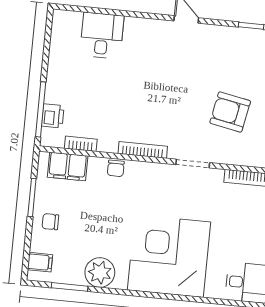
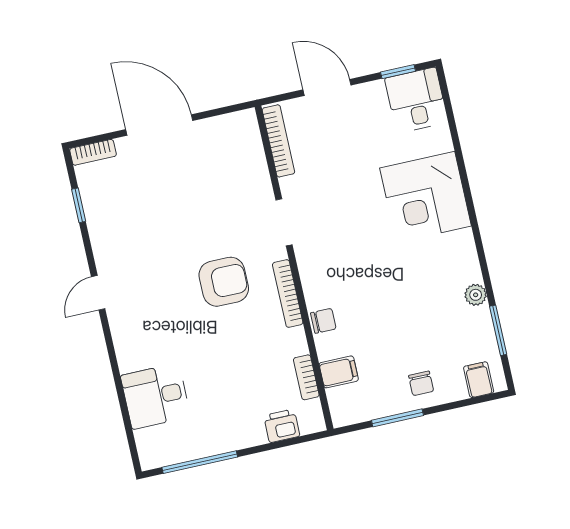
window: (41, 109) -> (200, 462), moved
armchair: (230, 112) -> (224, 282), moved, turned -101
filing cabinet: (68, 166) -> (339, 372), width x0.50
corner desk: (169, 256) -> (426, 197), width x0.74, depth x0.74
plant: (100, 273) -> (476, 295), width x0.53, depth x0.53

